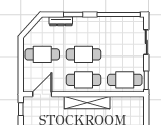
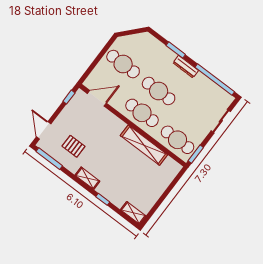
dresser: (61, 21) -> (186, 67), moved
shelving: (87, 103) -> (144, 145), moved

